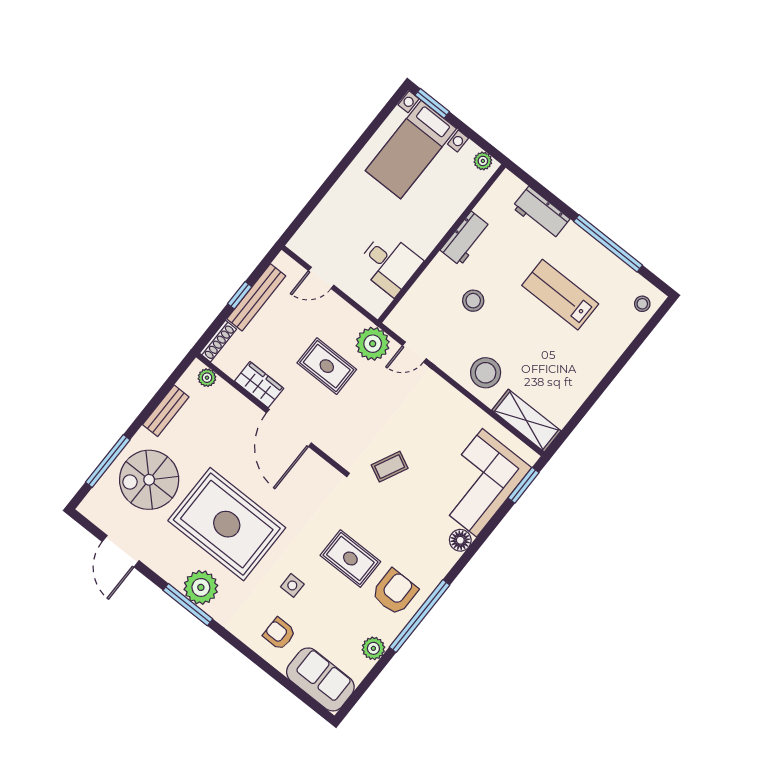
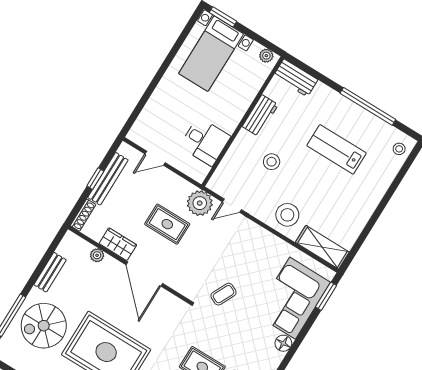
workbench: (541, 213) -> (296, 78), moved
plant: (207, 378) -> (97, 255), moved

